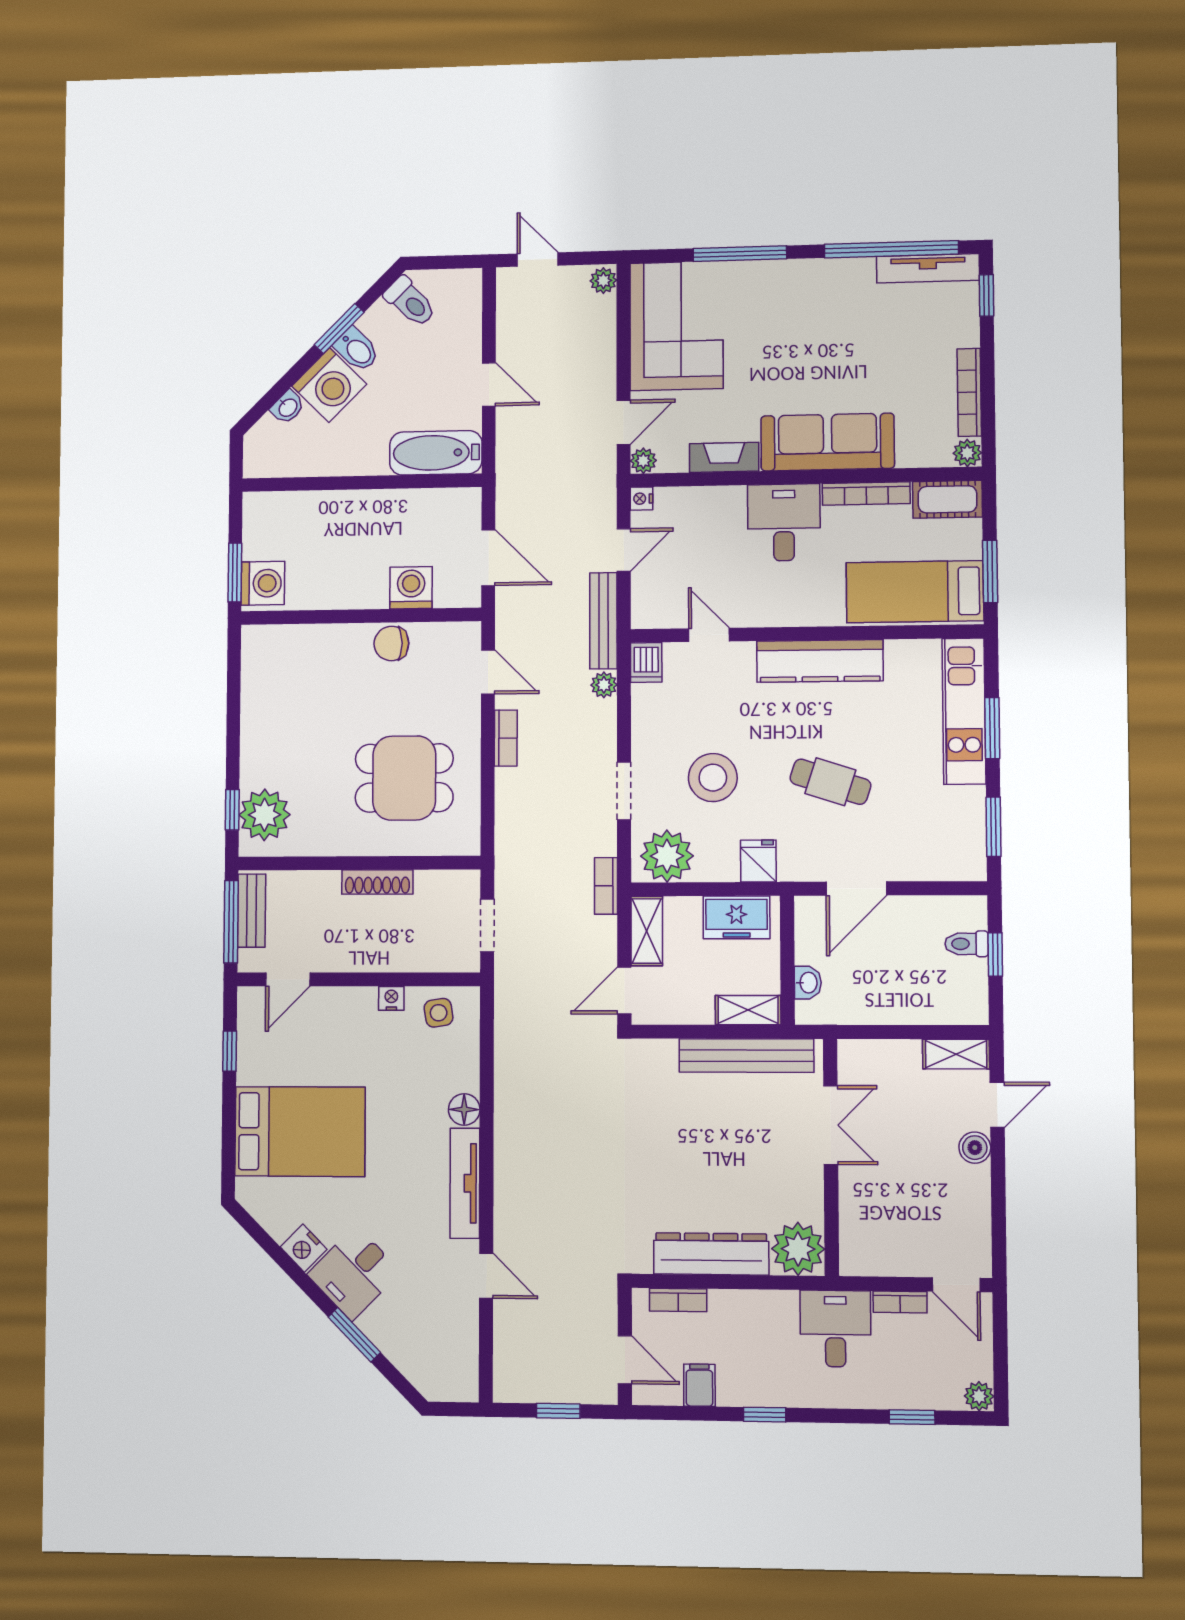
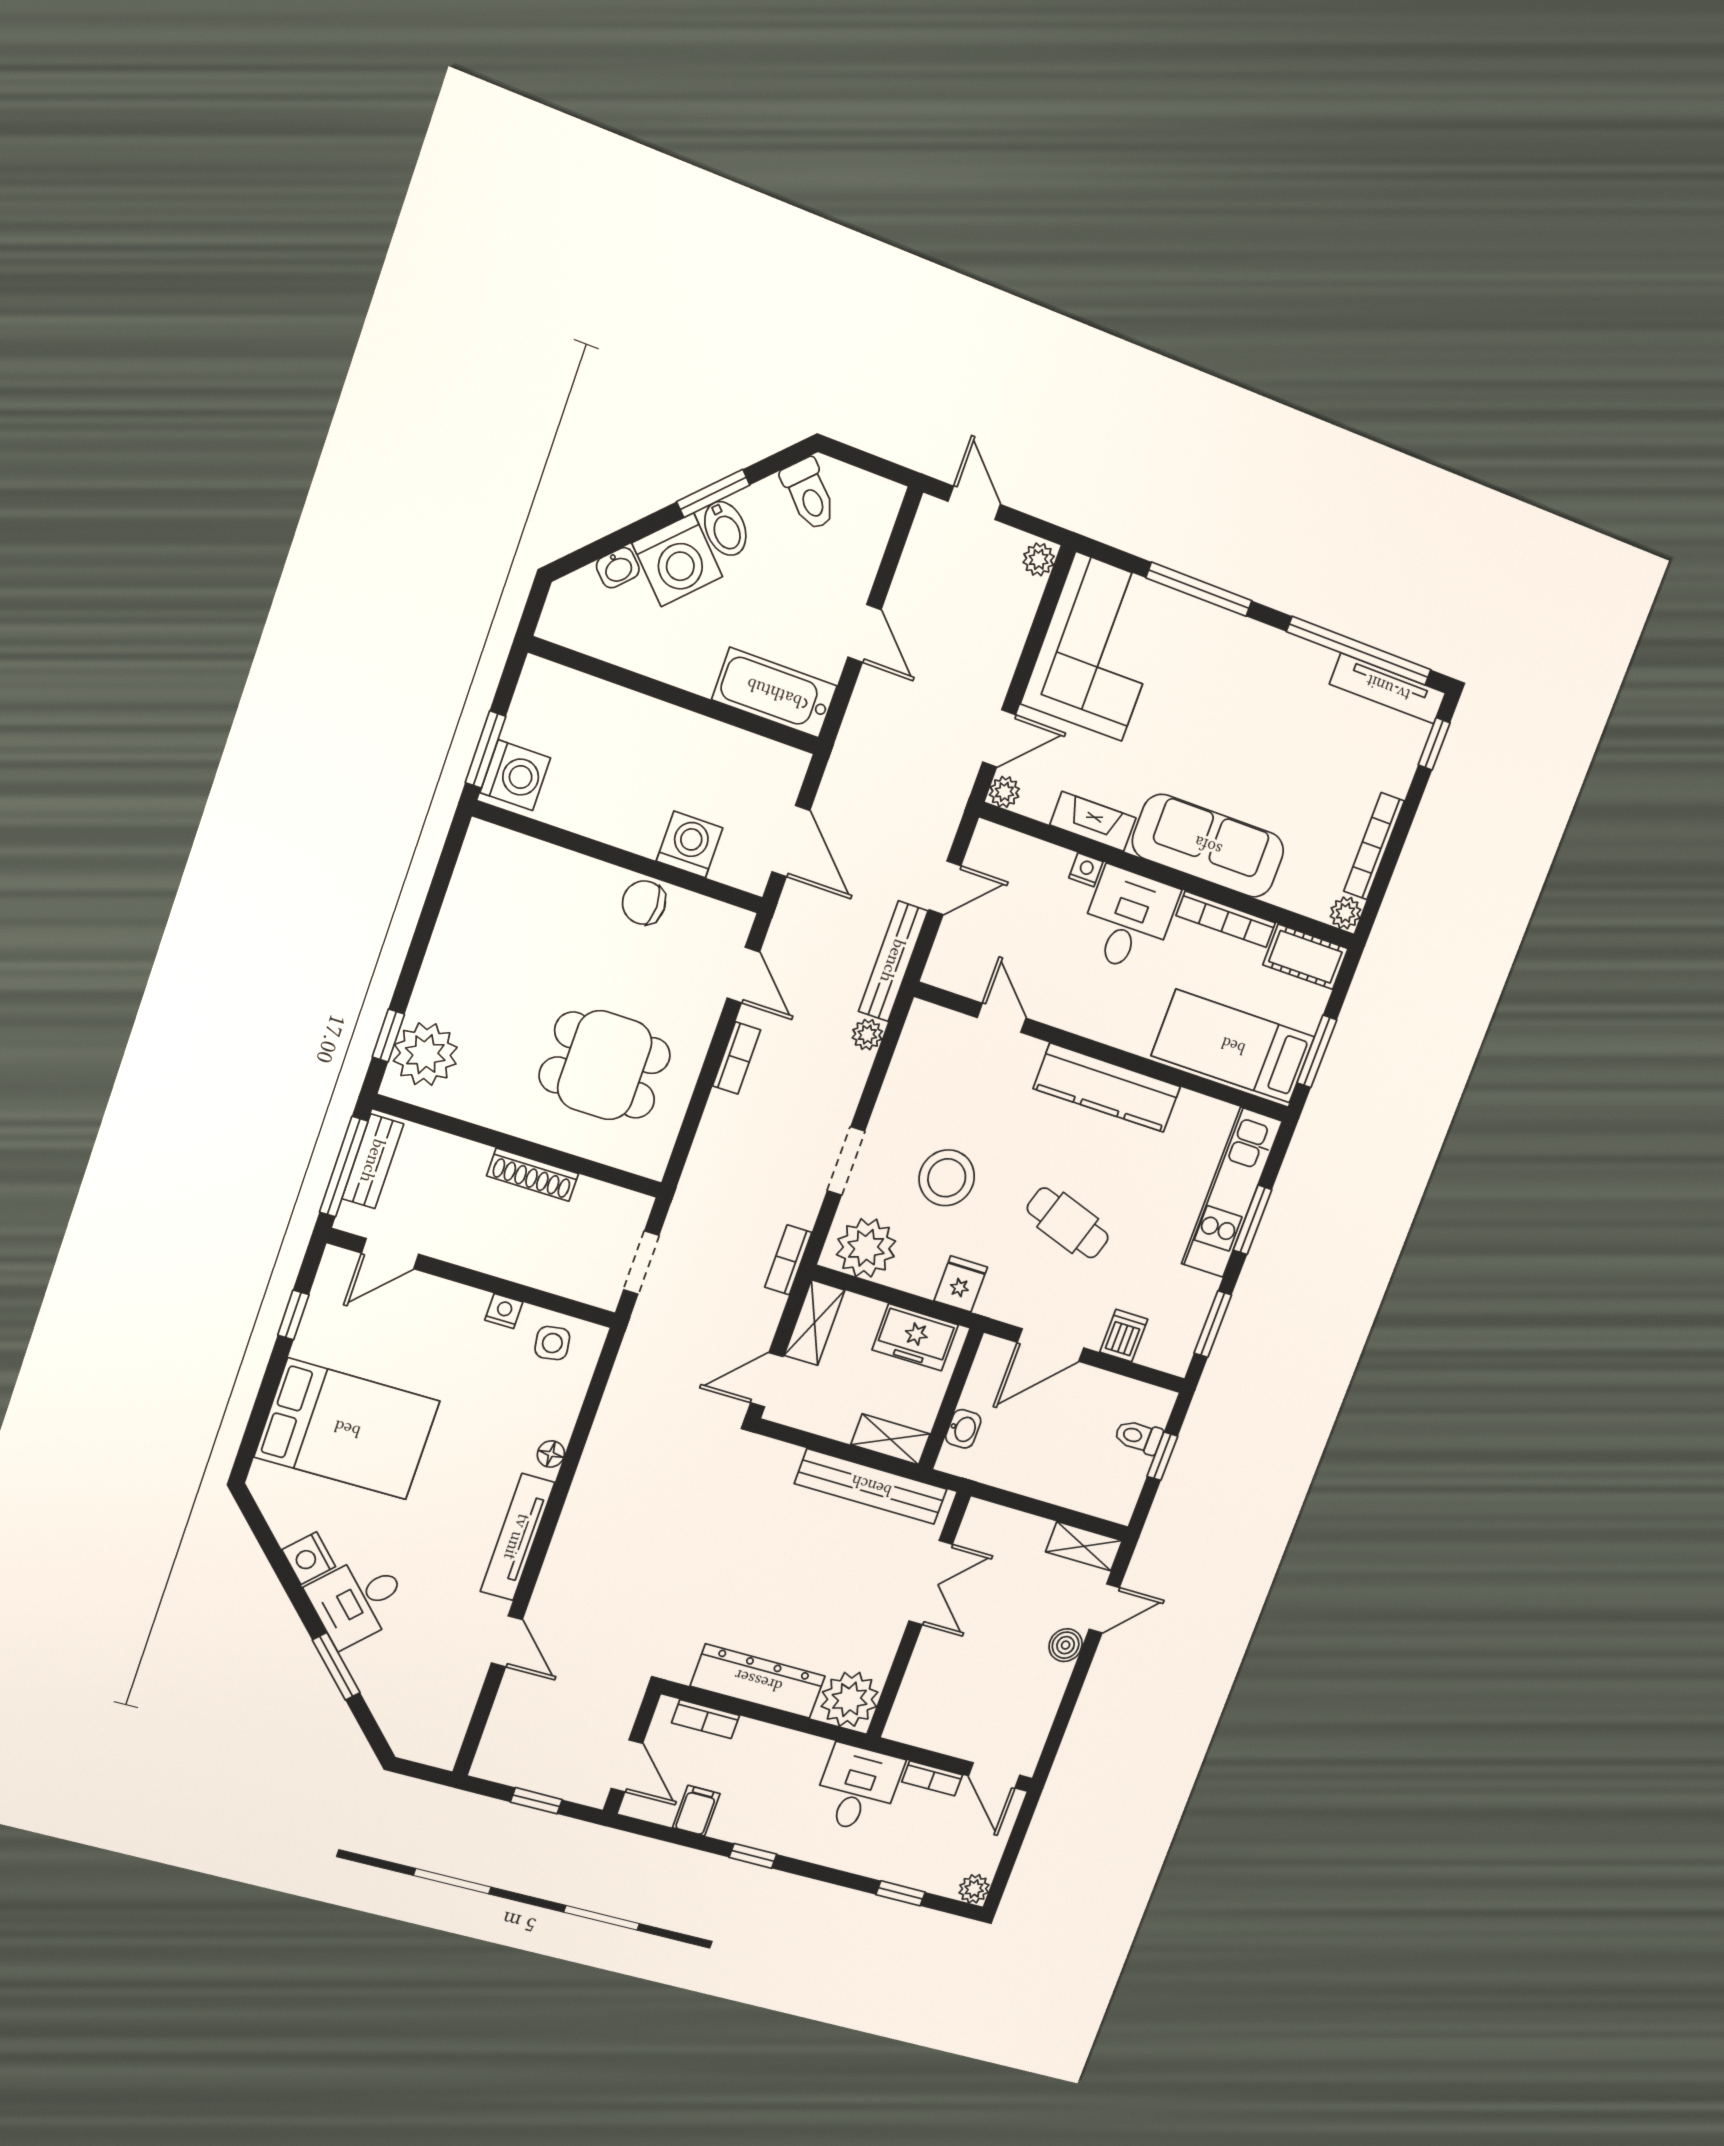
nightstand: (641, 499) -> (1086, 870), moved, turned 90
dishwasher: (646, 662) -> (1124, 1336), moved, turned 180
floor lamp: (464, 1109) -> (551, 1454), width x0.73, depth x0.73

